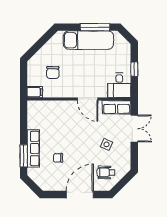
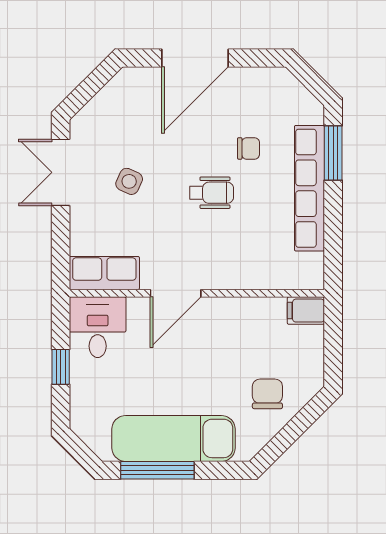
chair: (53, 72) -> (267, 394), moved
door: (88, 99) -> (176, 293), swing flipped
double door: (134, 129) -> (61, 172), moved
row of seats: (33, 149) -> (309, 188), width x1.36
wheelchair: (106, 172) -> (211, 193), moved

